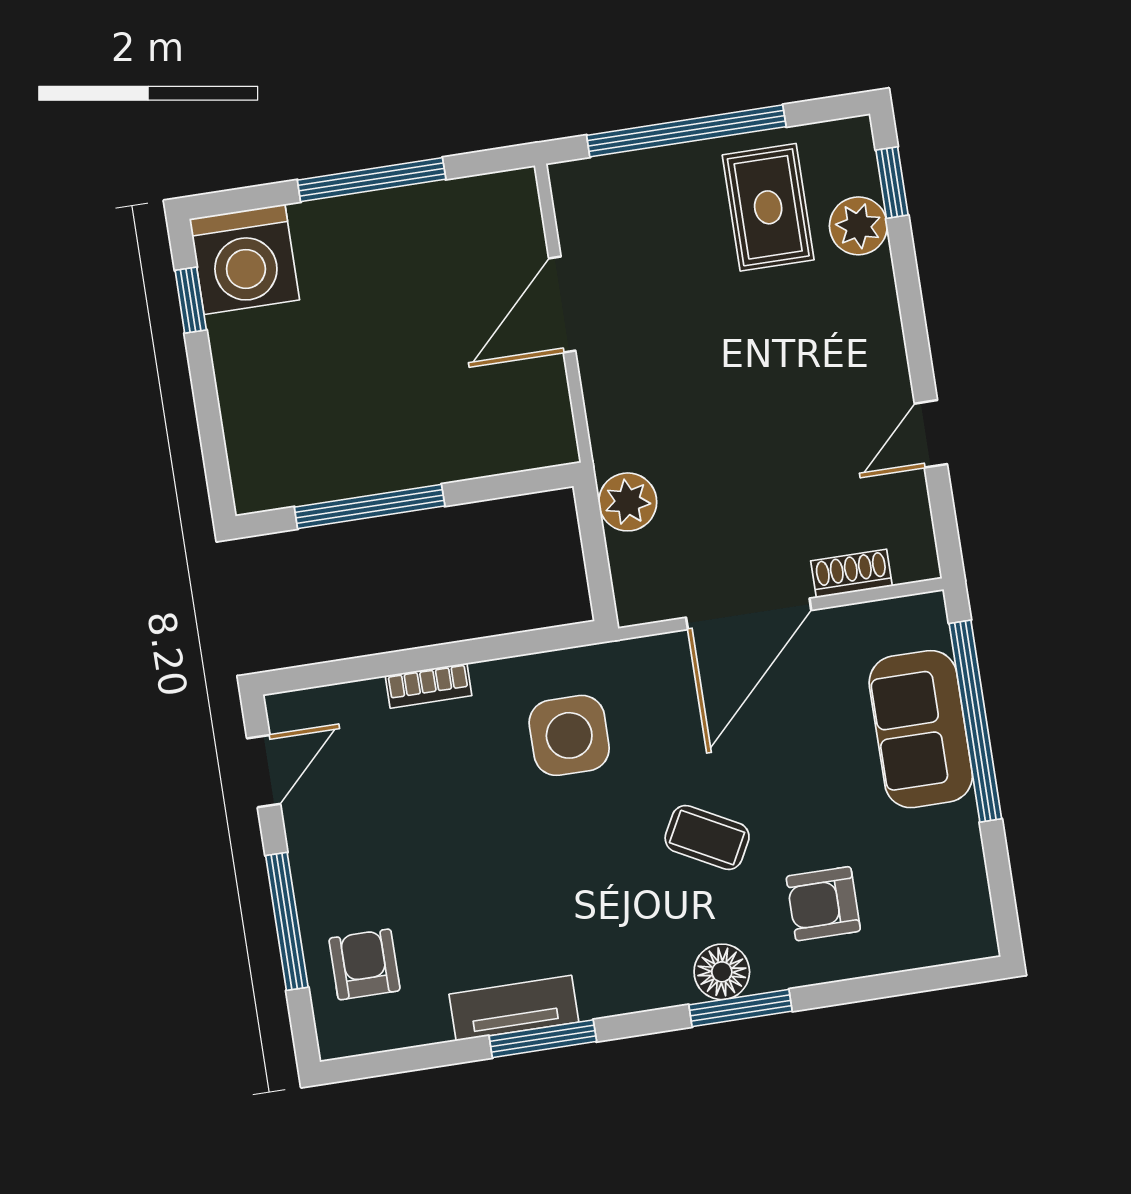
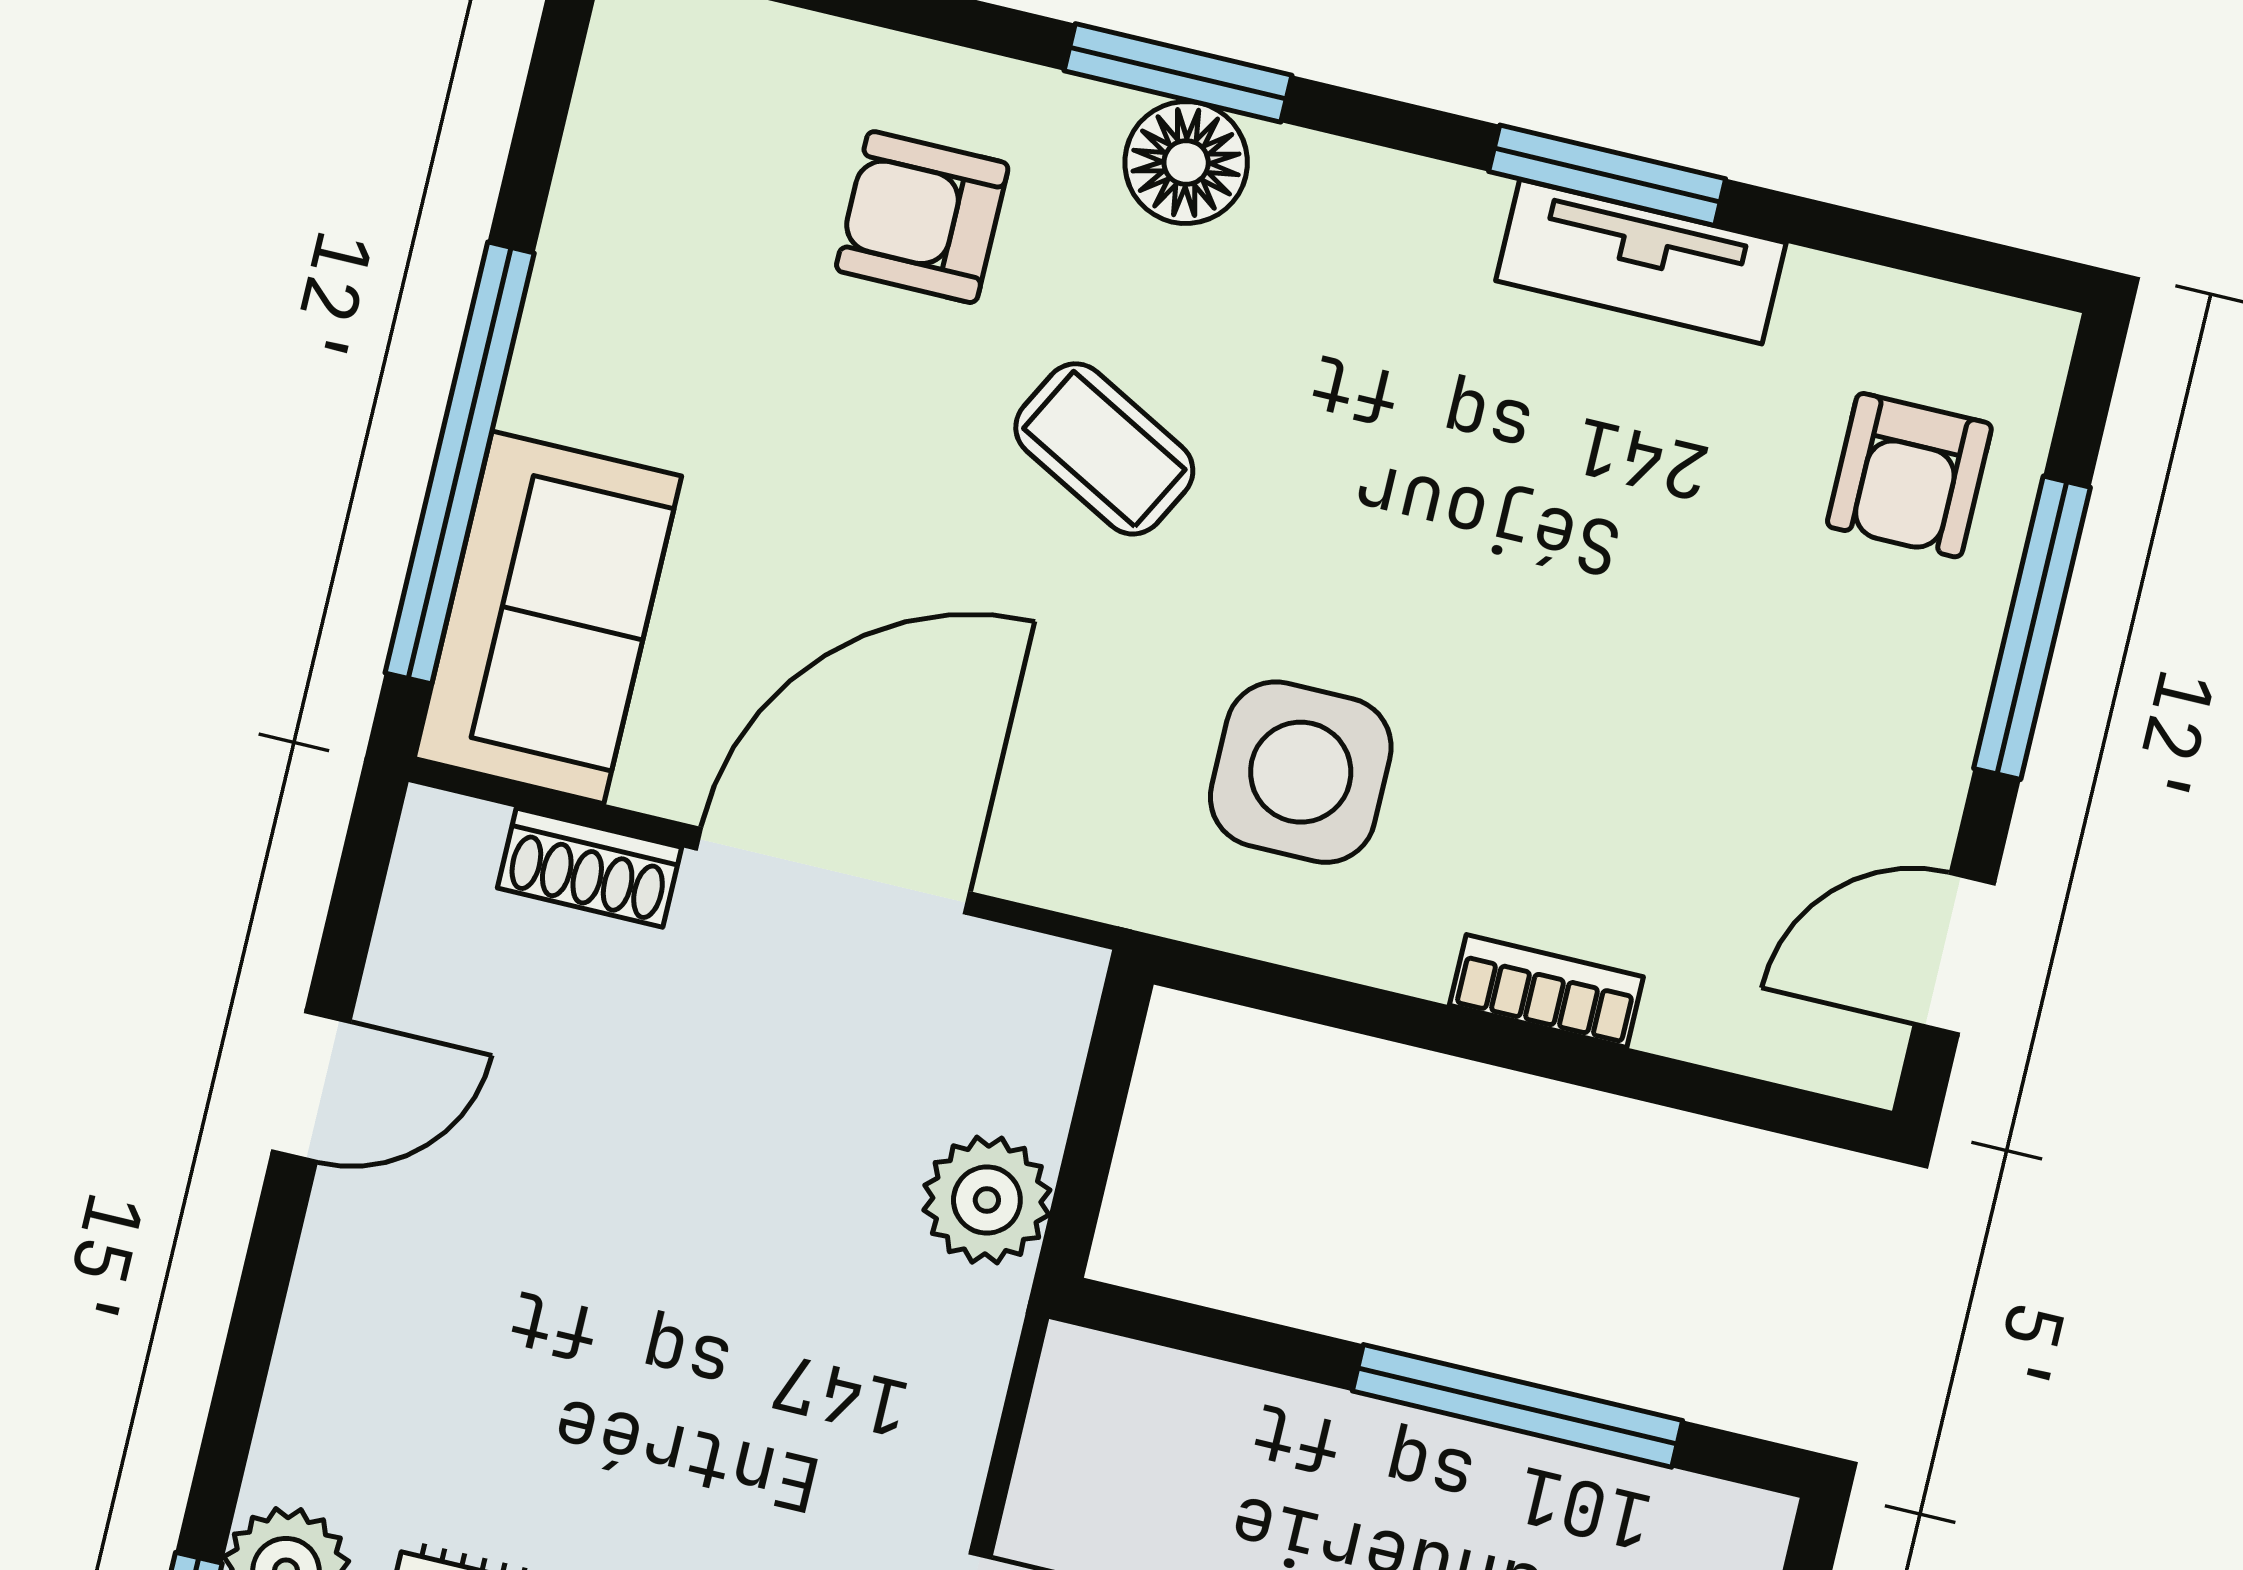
sofa: (921, 729) -> (548, 617), moved
armchair: (823, 904) -> (922, 217), turned 180

